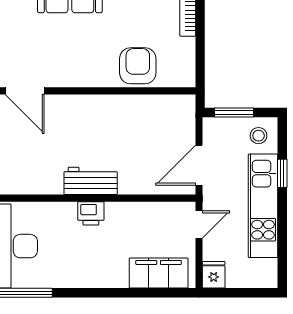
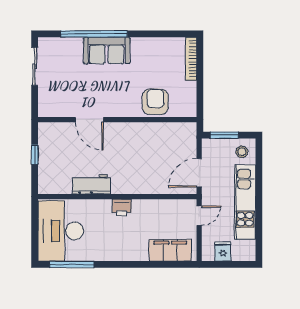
door: (25, 91) -> (89, 120), moved
window: (282, 173) -> (259, 179), removed
workbench: (91, 181) -> (91, 184), moved
fridge: (214, 275) -> (223, 252), moved

